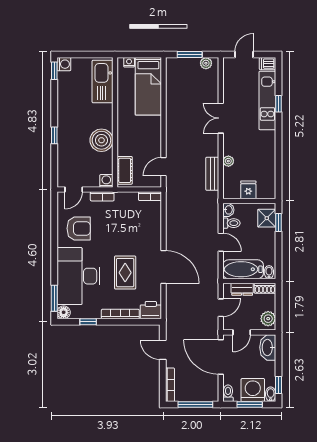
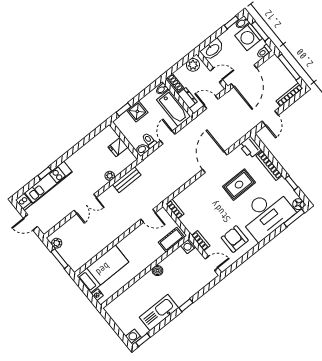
kitchen sink: (103, 81) -> (159, 313), moved, turned 180
boiler: (101, 140) -> (158, 271), width x0.54, depth x0.54
shower: (267, 218) -> (137, 111), moved

